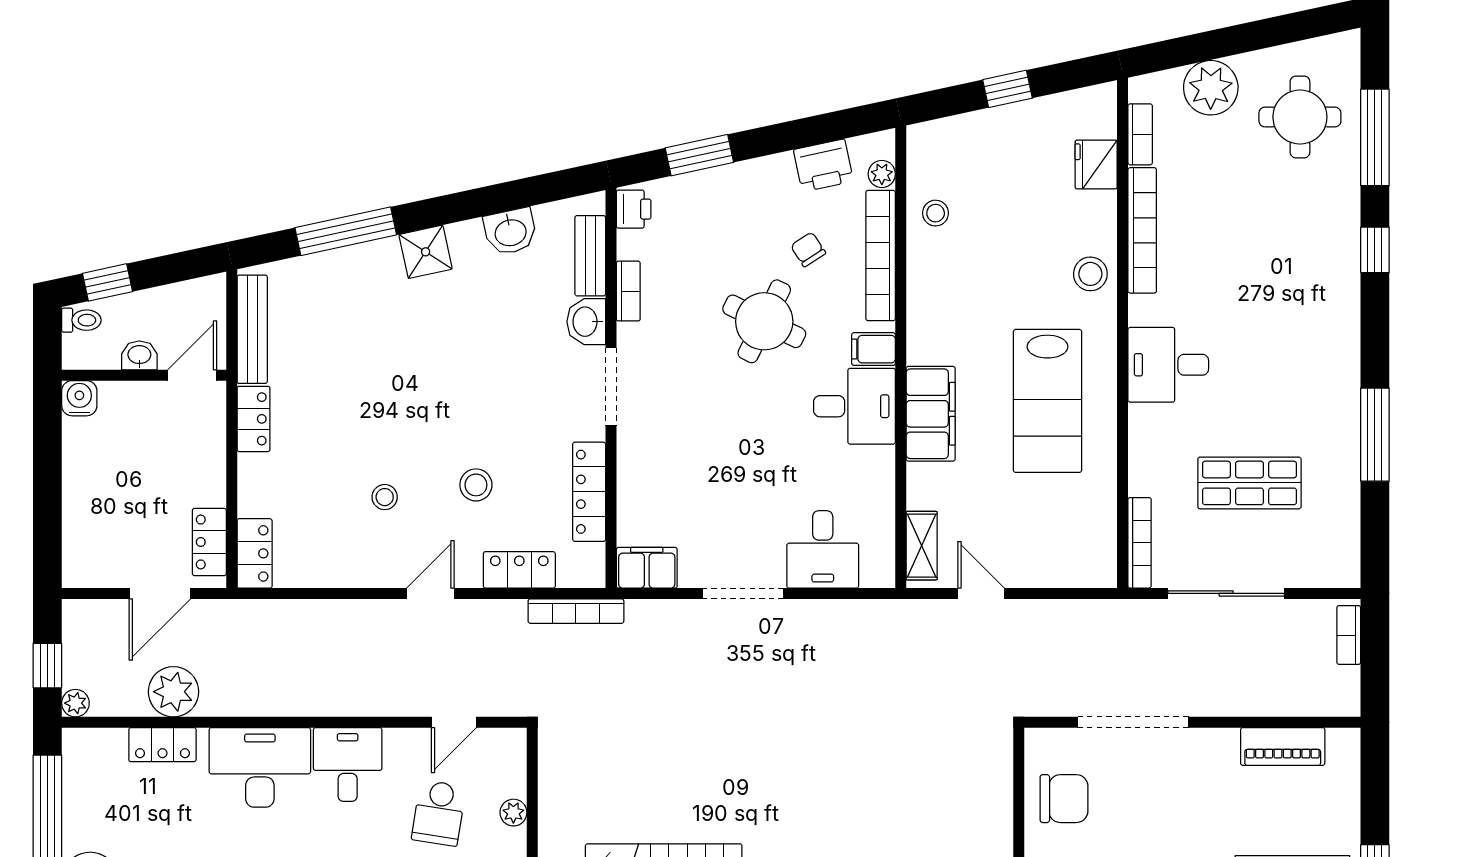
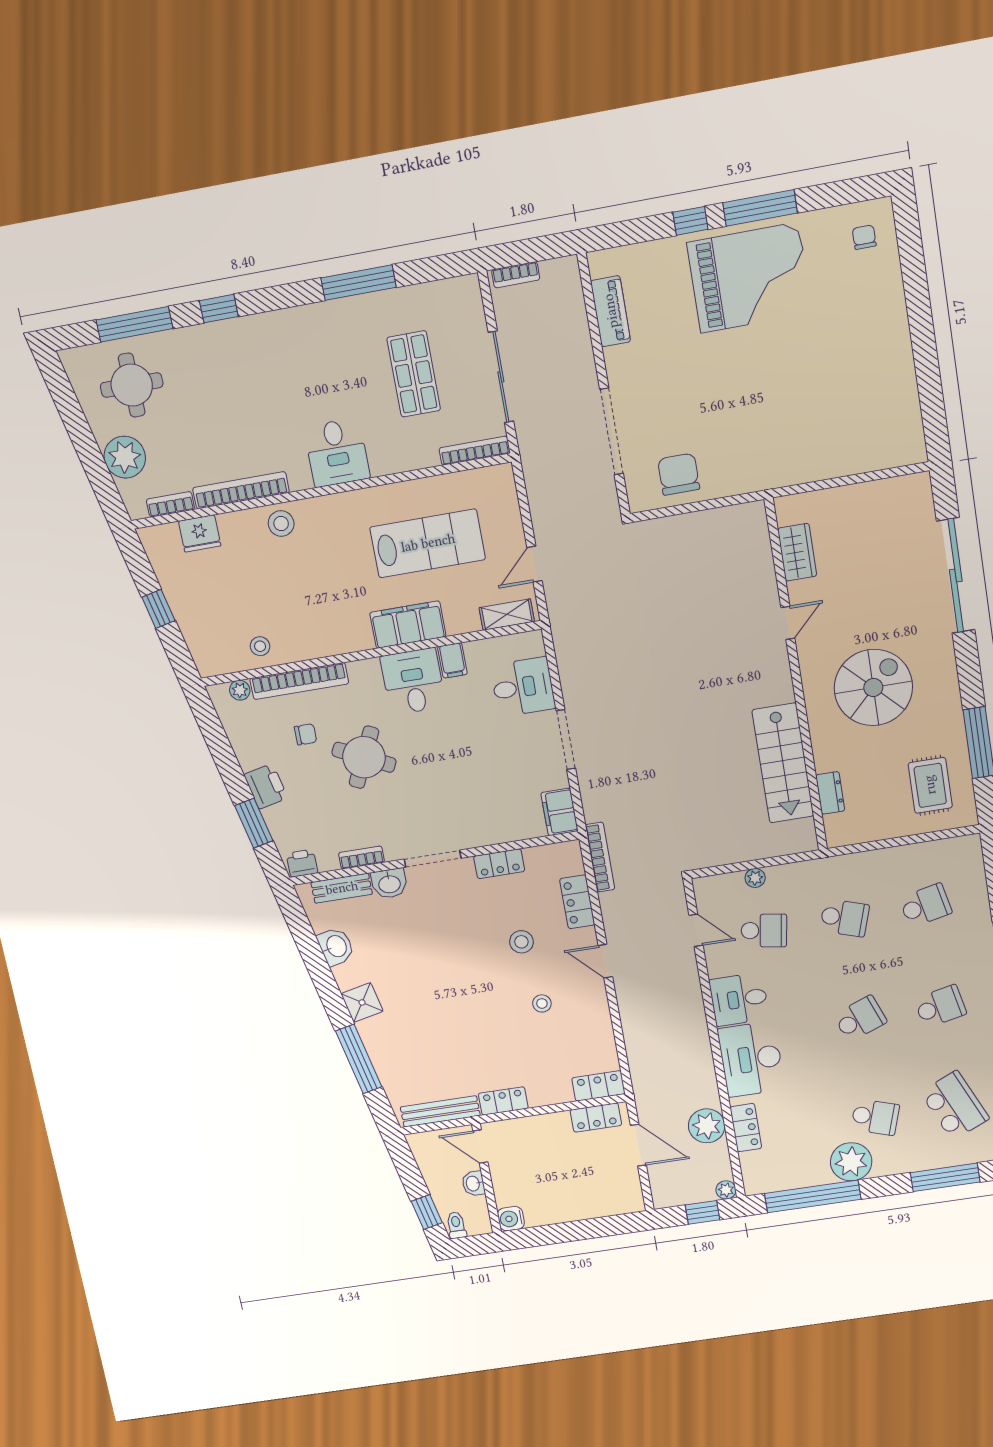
printer: (823, 165) -> (266, 786), moved
chair: (808, 249) -> (305, 734), turned -147
filing cabinet: (874, 349) -> (452, 660), moved
lab bench: (1047, 401) -> (428, 543), moved
locker: (589, 492) -> (499, 864), width x0.66

